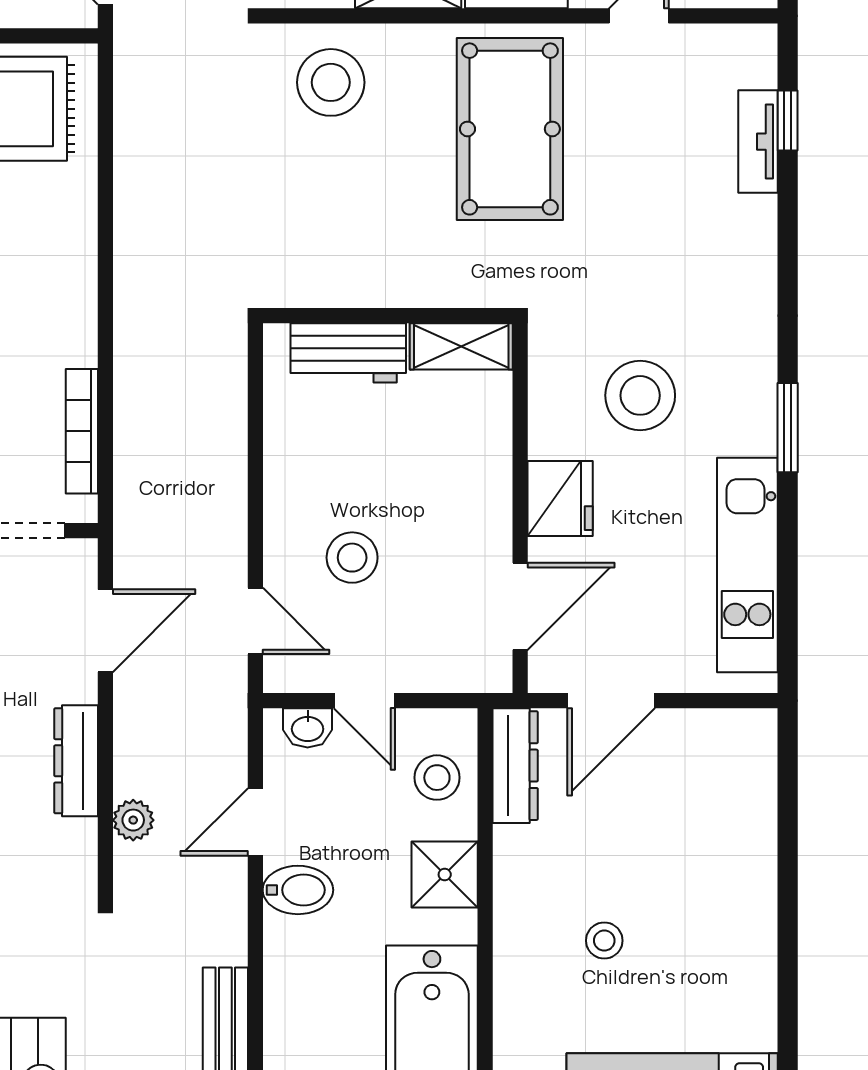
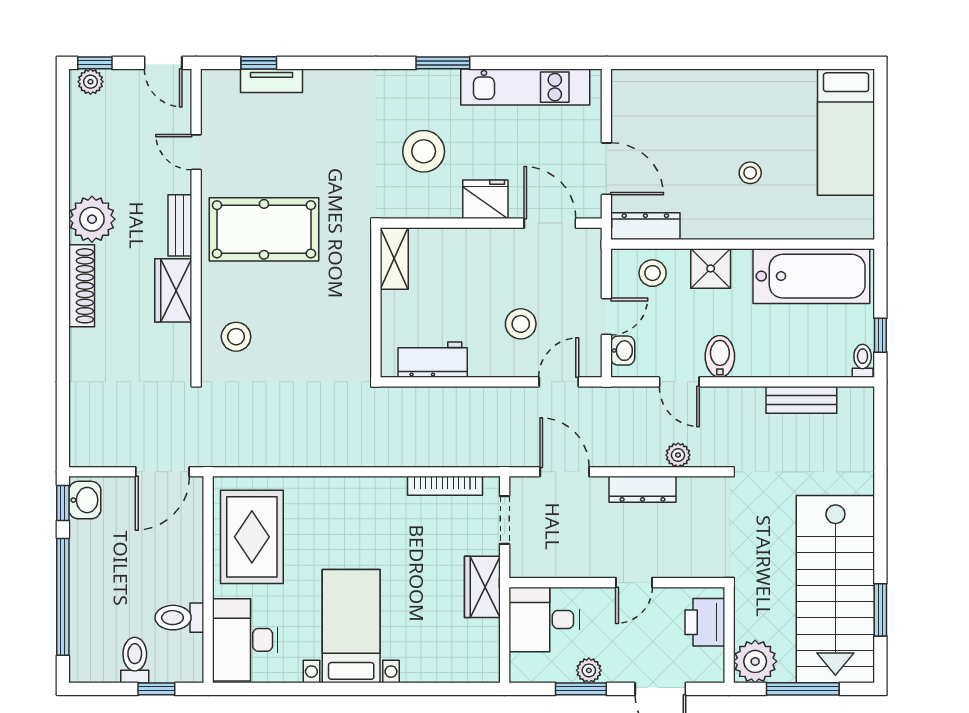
stool: (331, 82) -> (236, 337), width x0.73, depth x0.73
workbench: (348, 353) -> (433, 360), moved, turned -90

